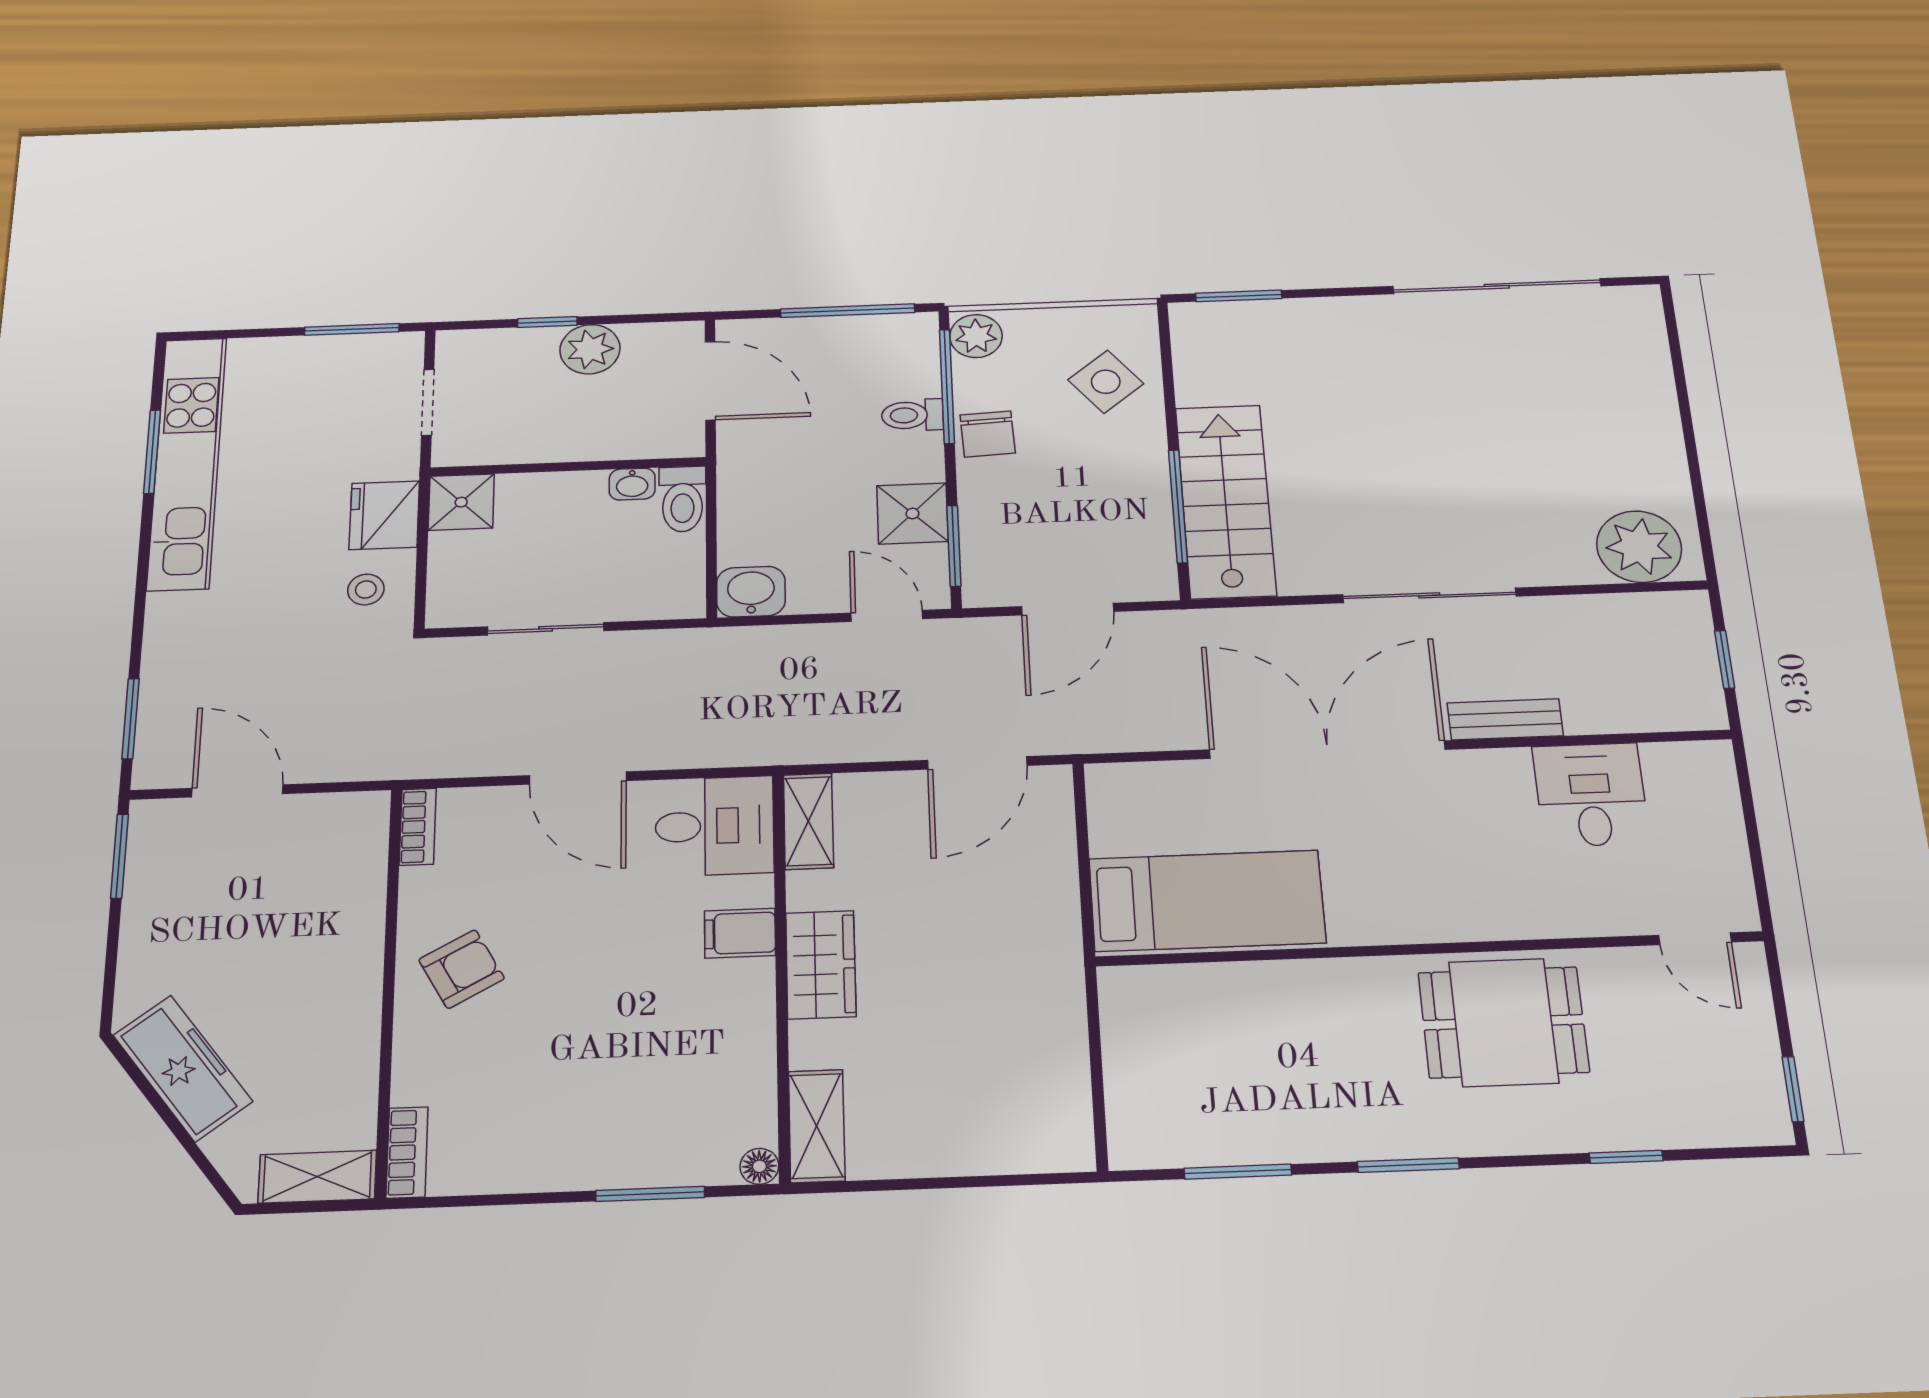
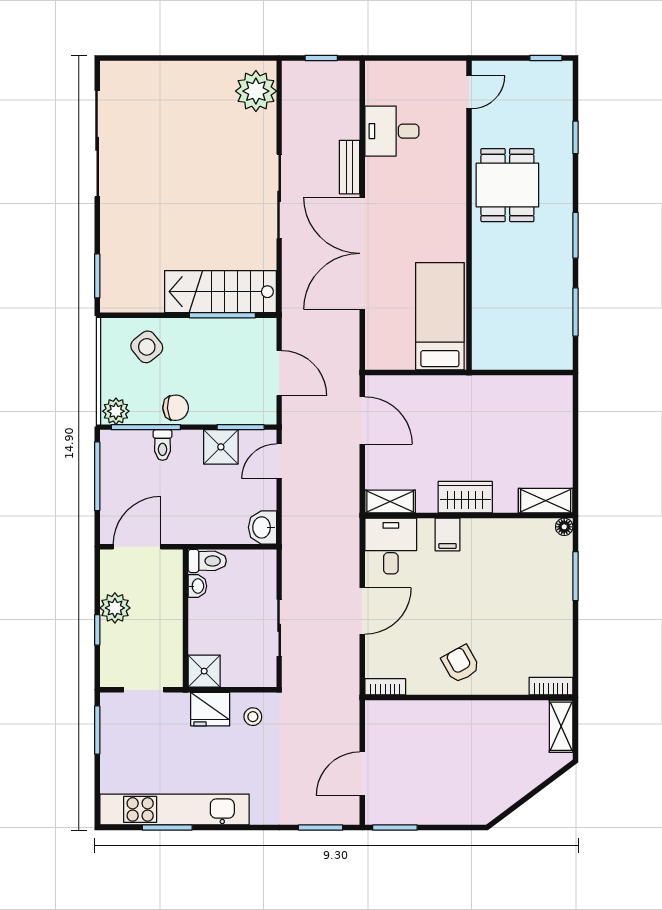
freezer: (183, 1068) -> (505, 791), removed

